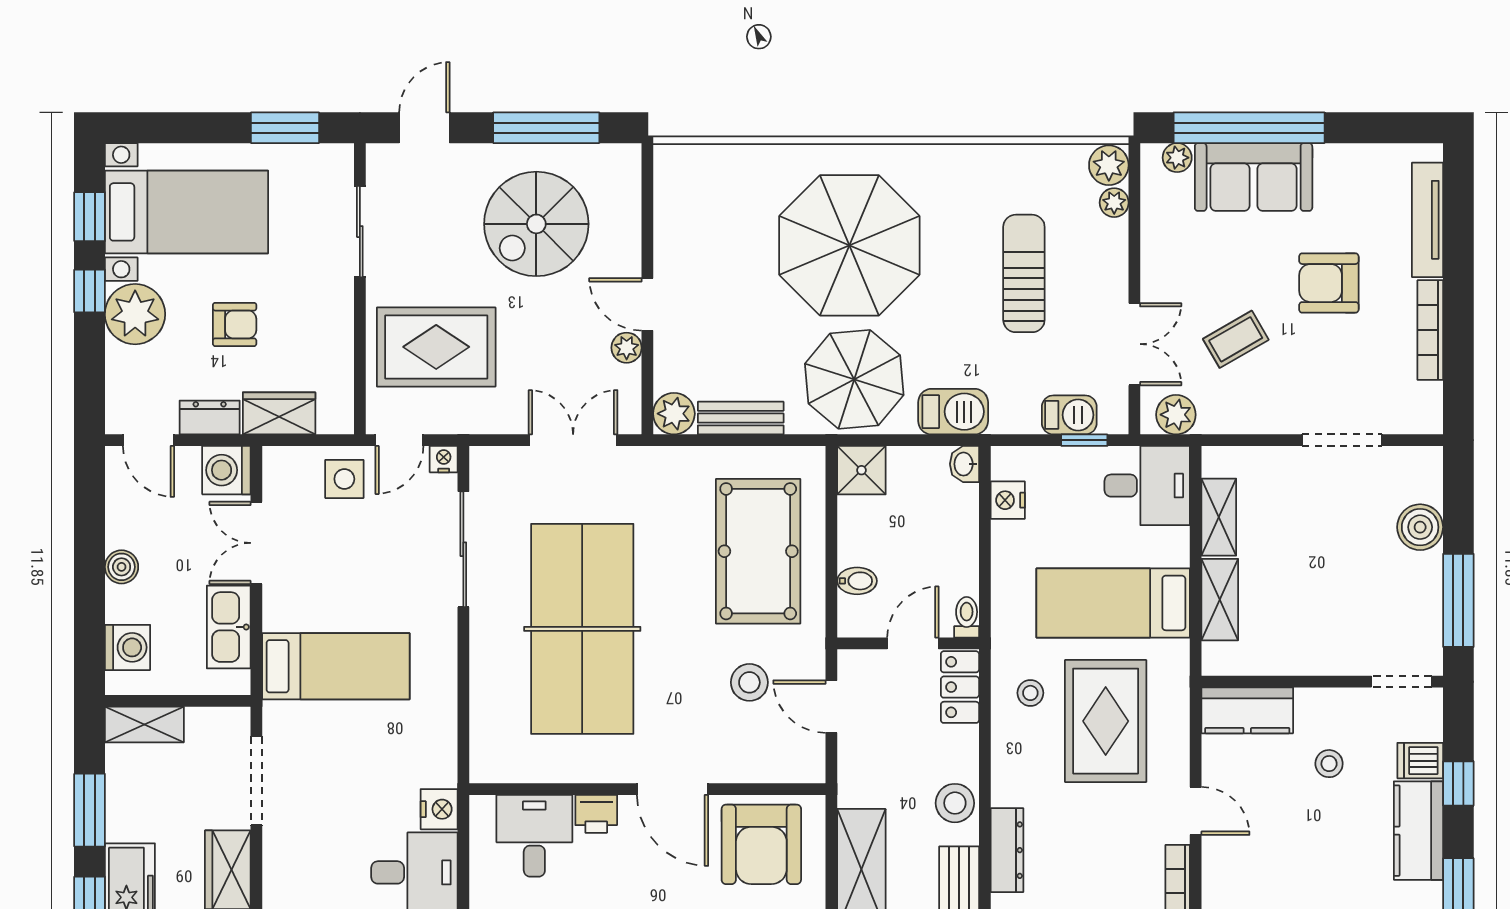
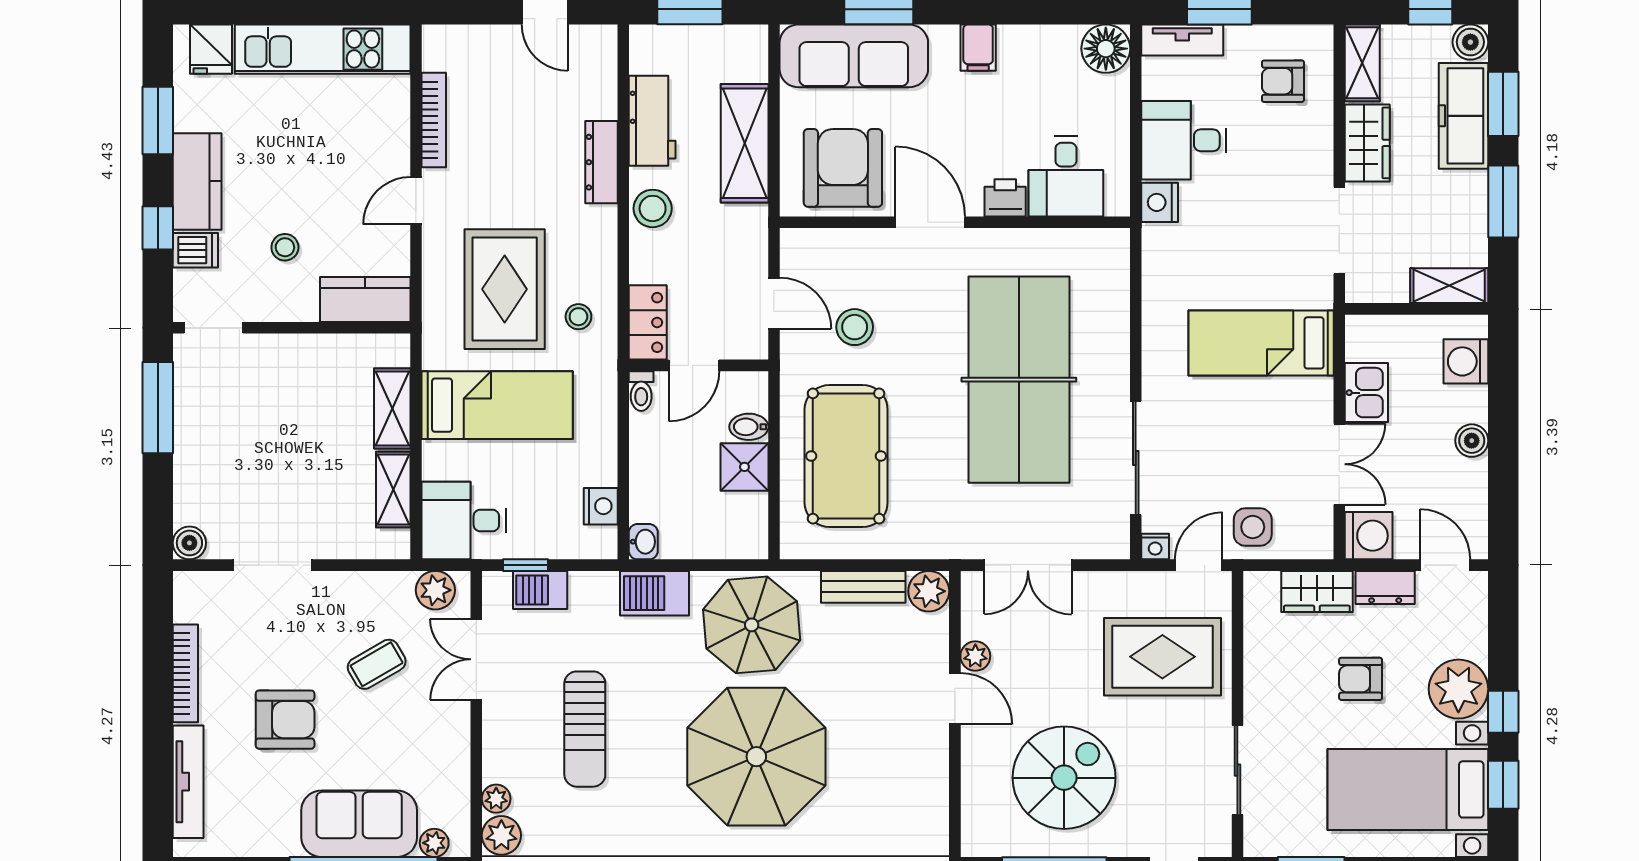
shower: (861, 470) -> (744, 467), moved
boiler: (1420, 527) -> (189, 543), moved, width x0.73, depth x0.73
kitchen sink: (229, 627) -> (1366, 393), width x0.73
door: (1196, 811) -> (416, 201), hinge flipped

